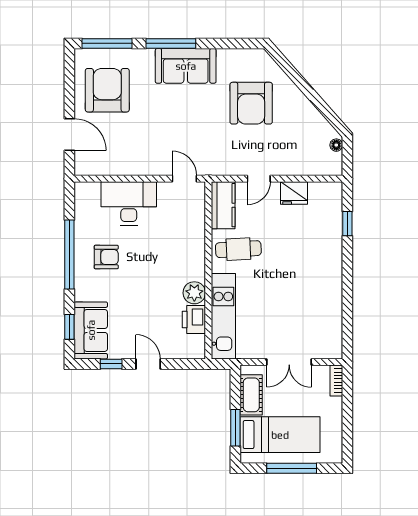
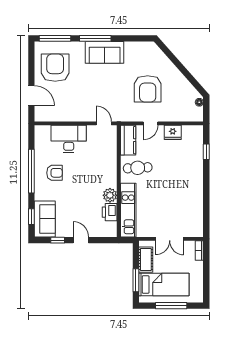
armchair: (251, 103) -> (148, 89), moved

